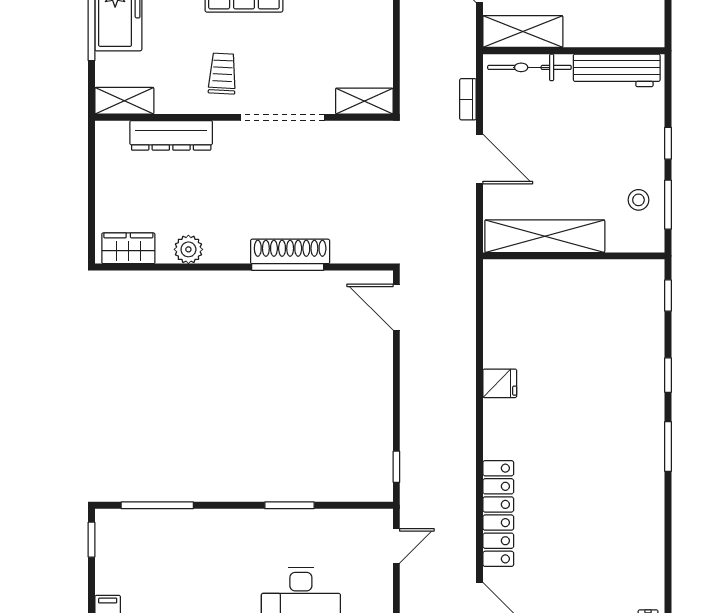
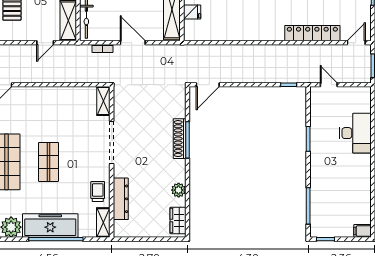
trolley: (222, 74) -> (98, 191), moved, turned 87
door: (480, 159) -> (133, 43), hinge flipped
fridge: (500, 383) -> (192, 12), moved, turned 90

